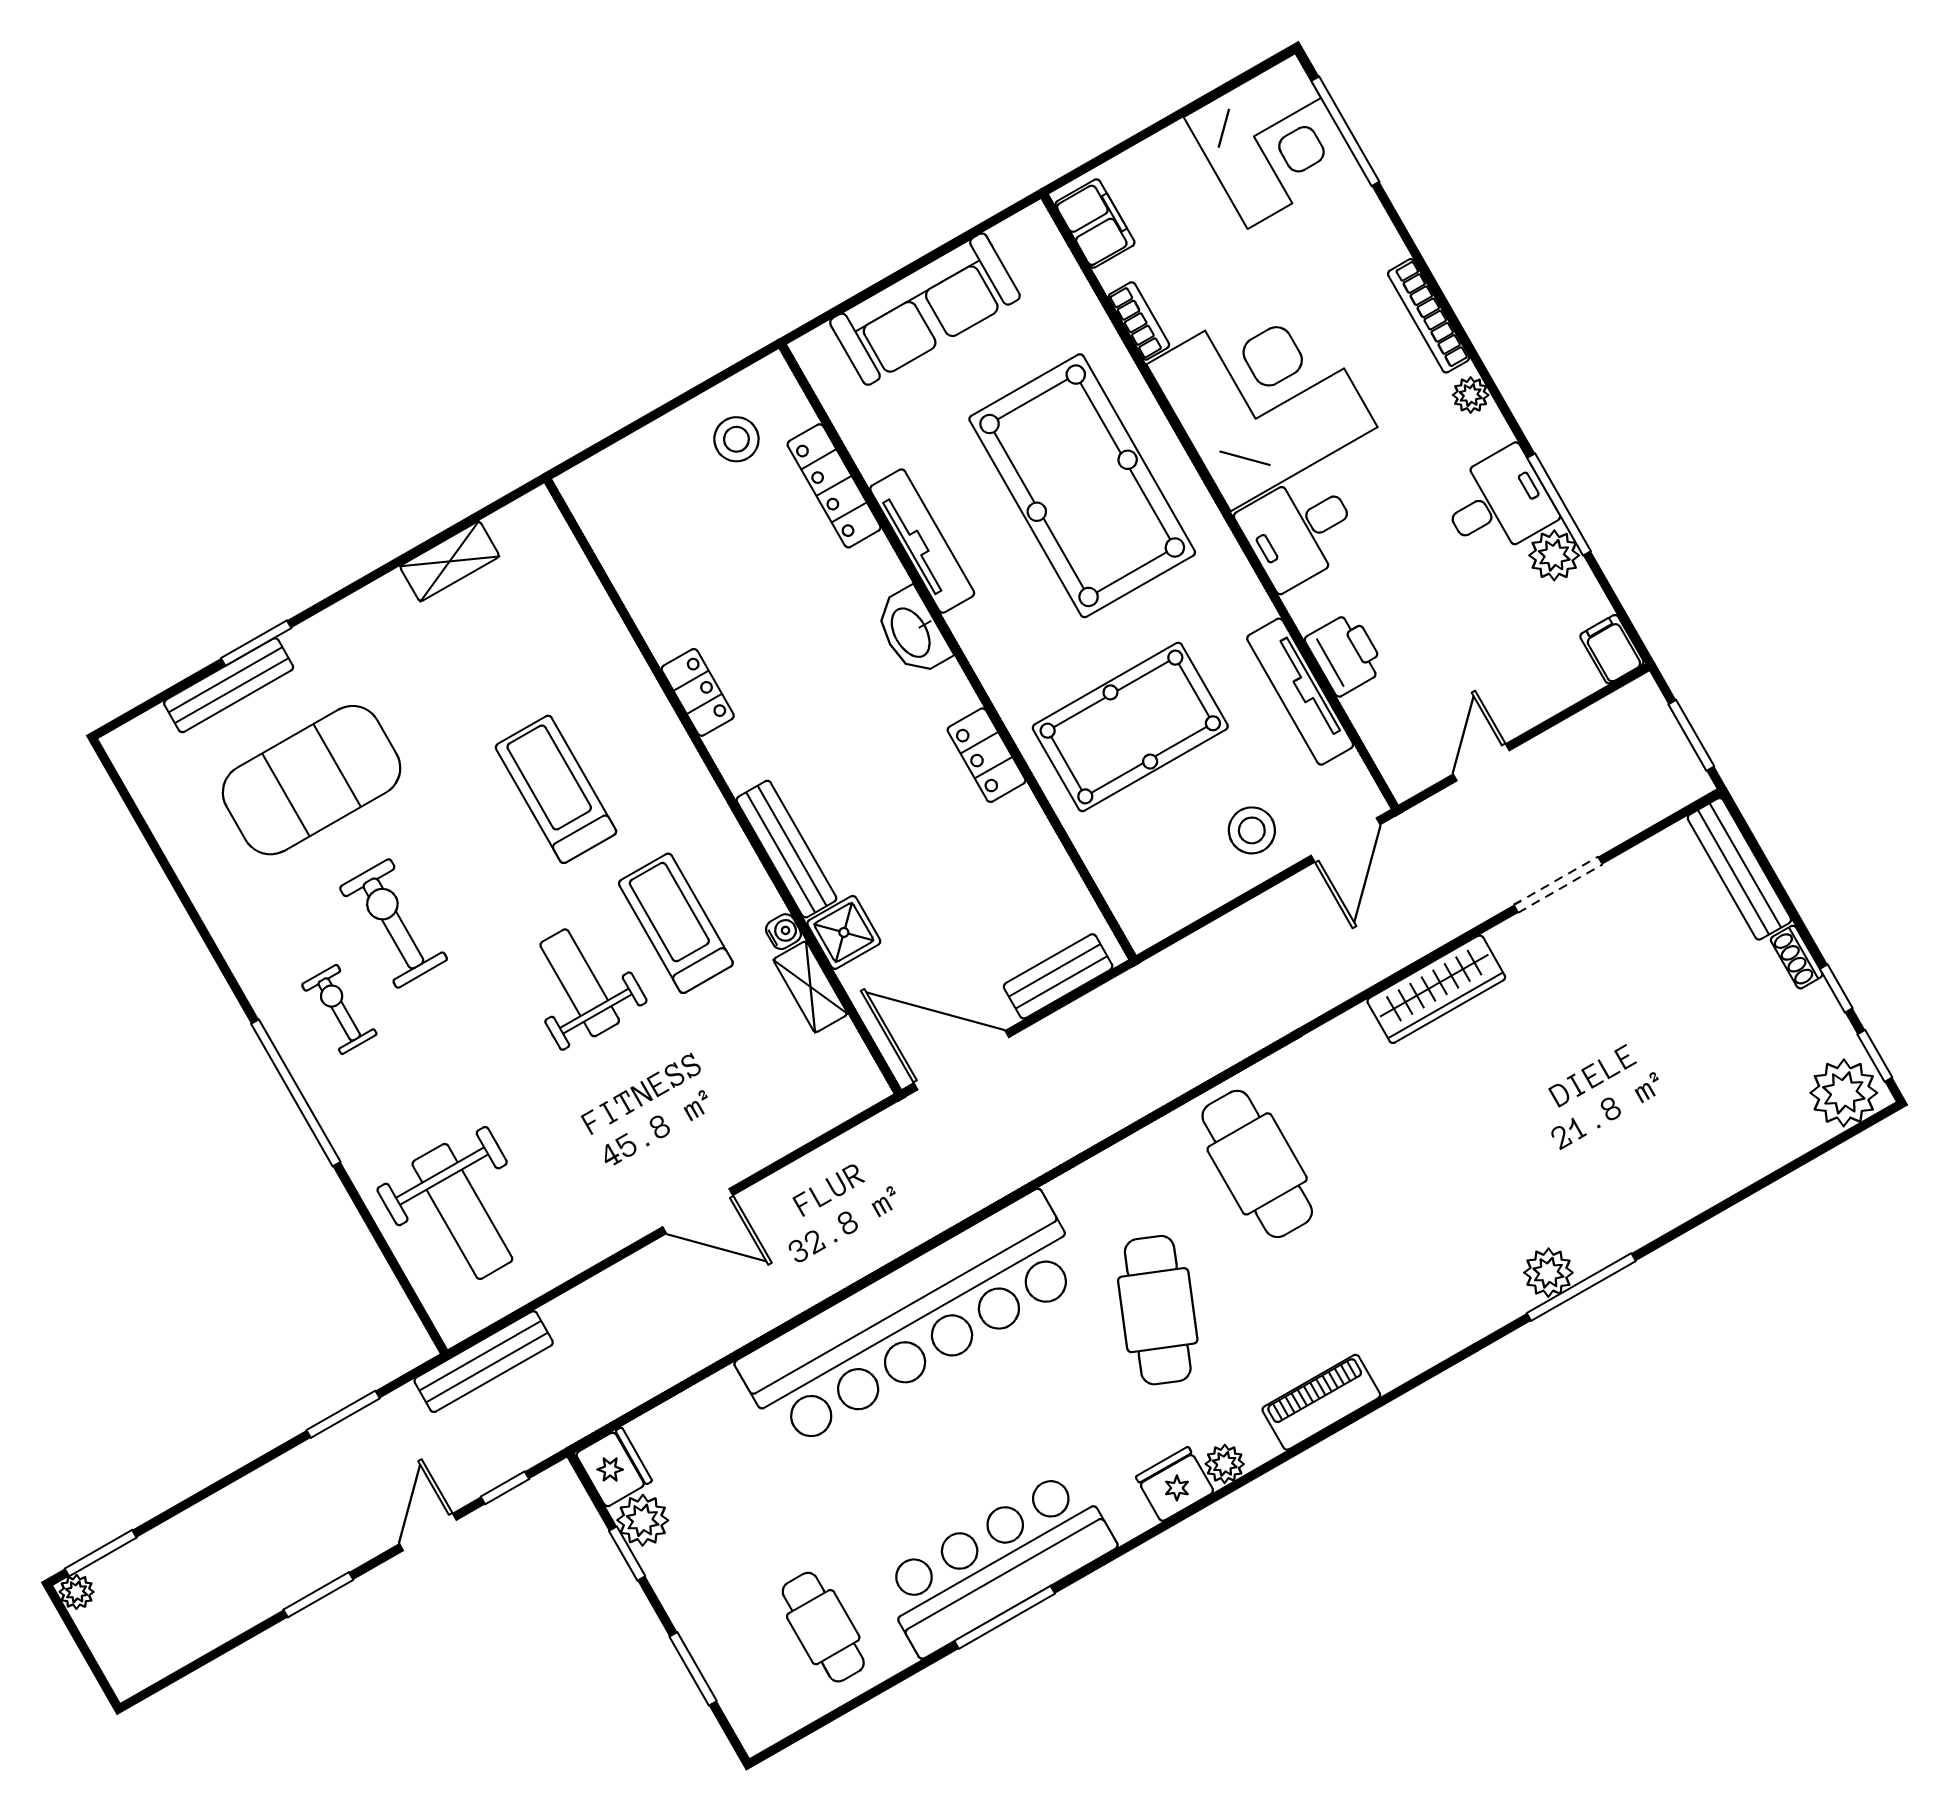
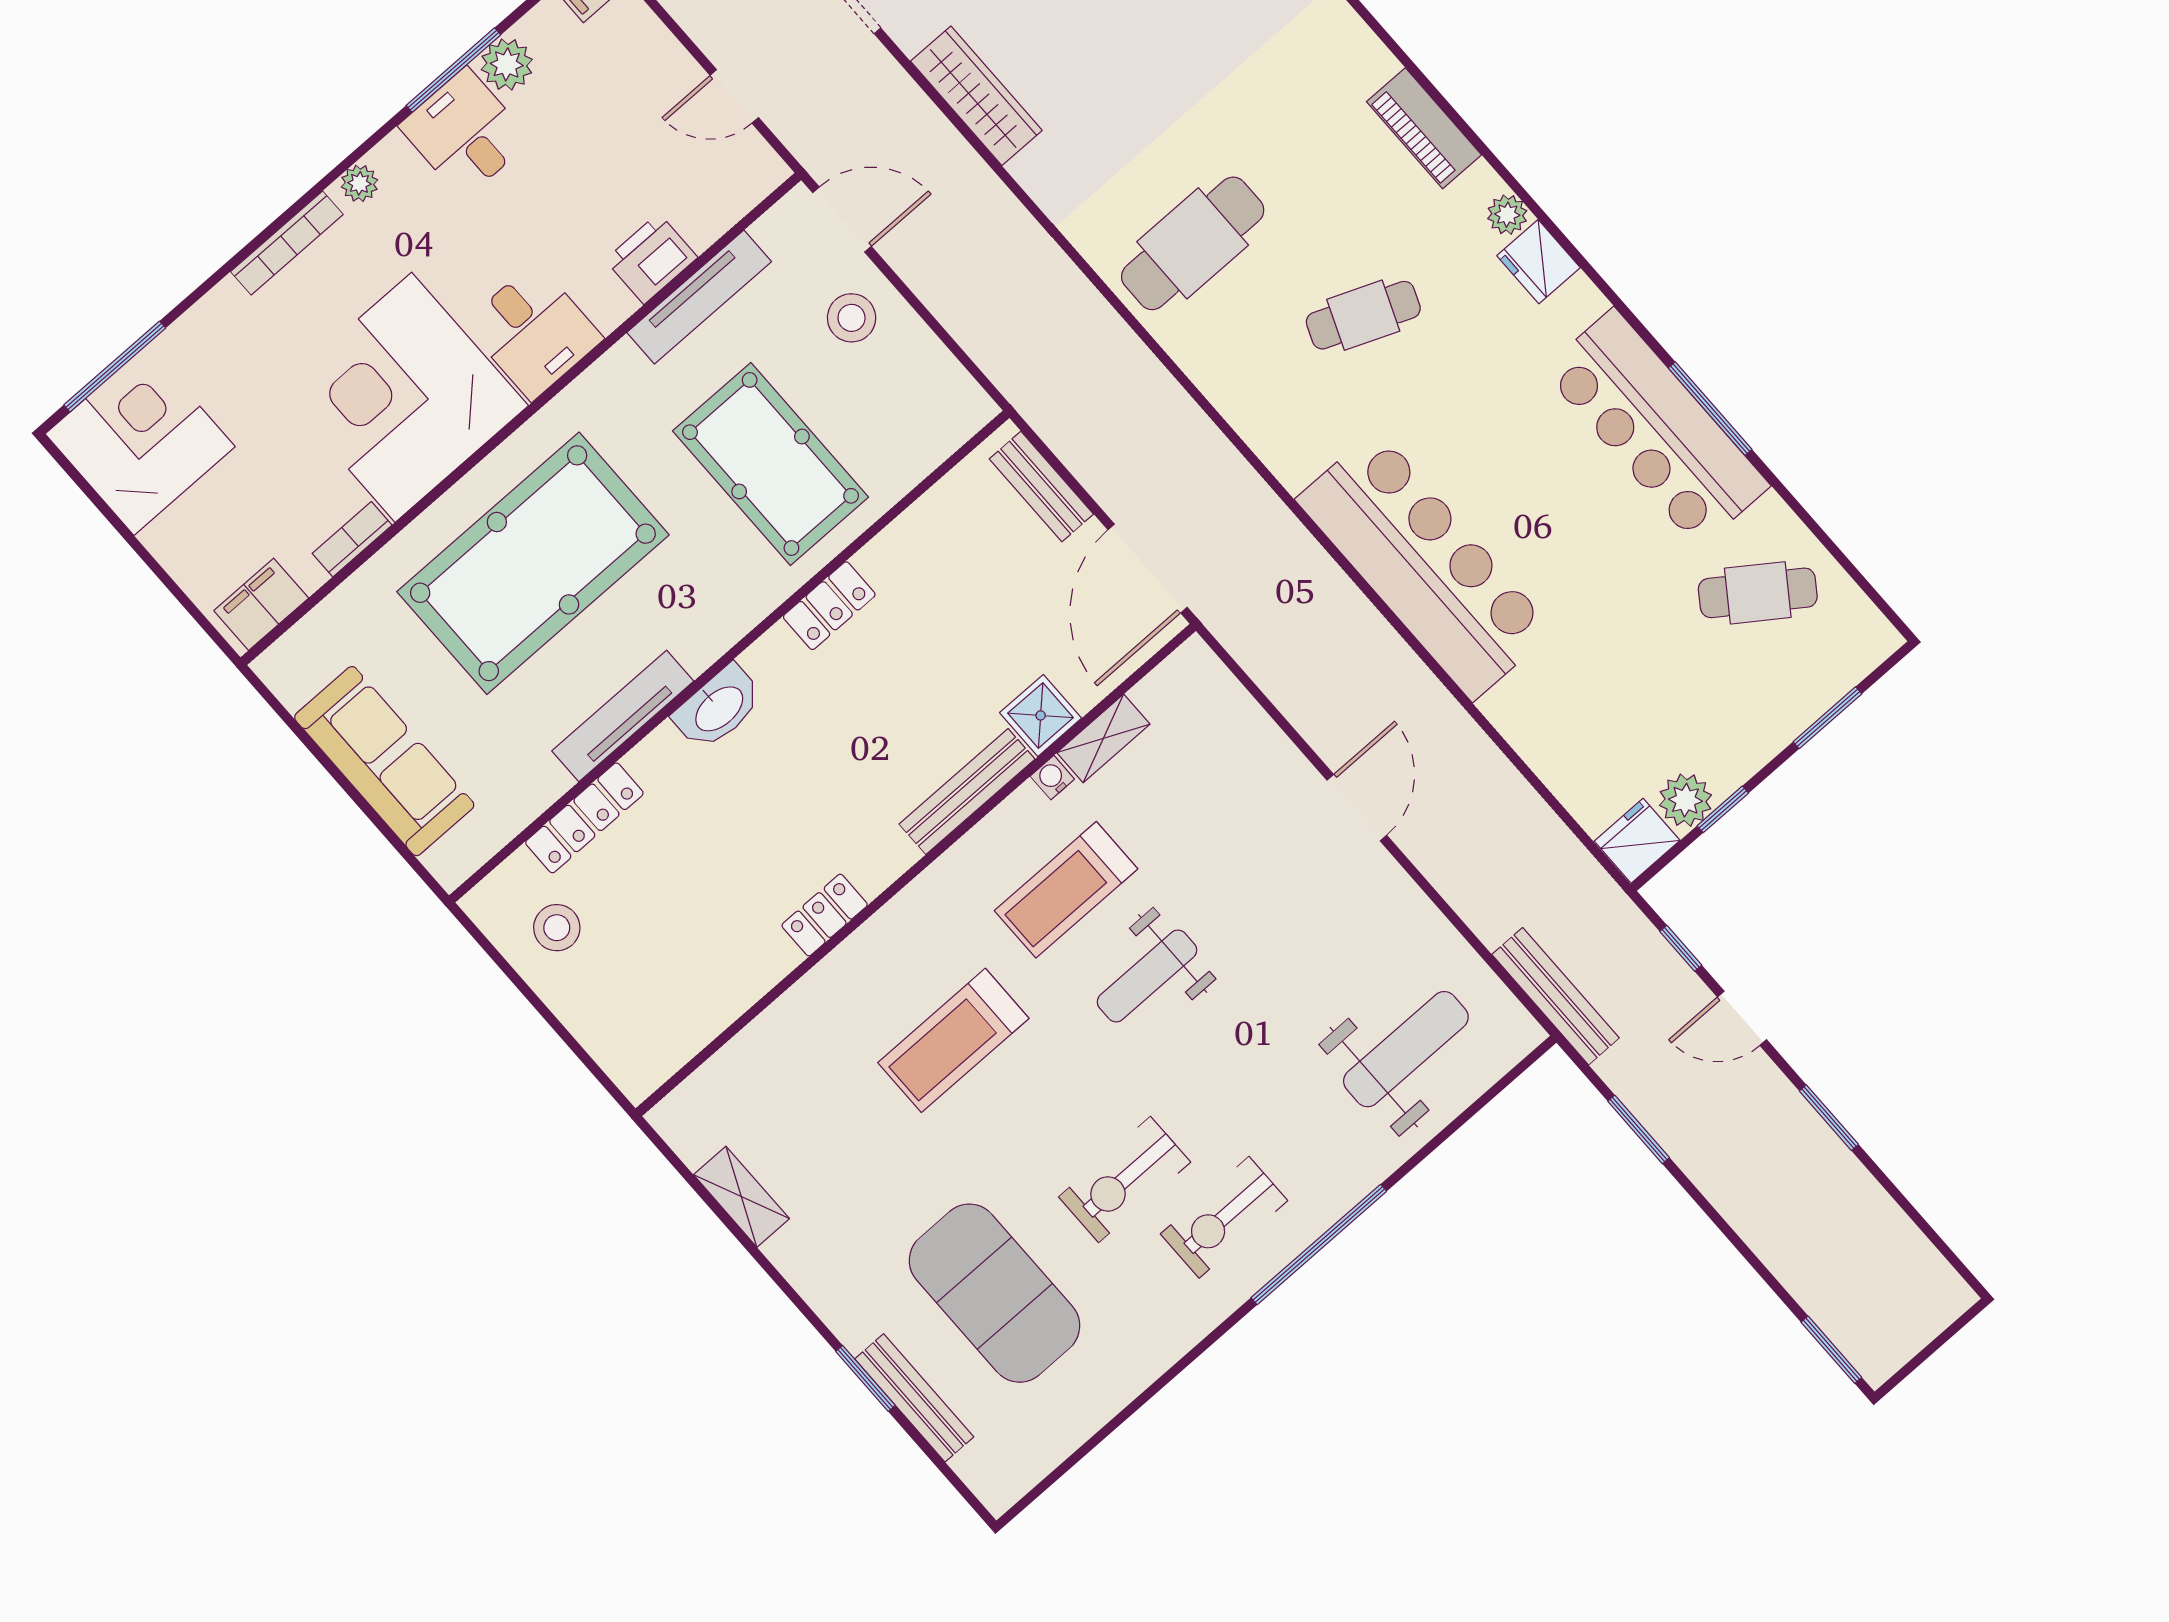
exercise bike: (339, 1009) -> (1224, 1217), width x1.38, depth x1.39
cafe table: (1158, 1310) -> (1363, 315), width x0.73, depth x0.74
bar counter: (912, 1320) -> (1425, 565), width x0.73
plant: (77, 1592) -> (1876, 1366), removed
cafe table: (823, 1627) -> (1758, 593), turned 35

